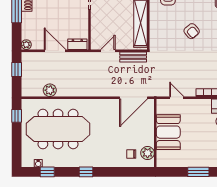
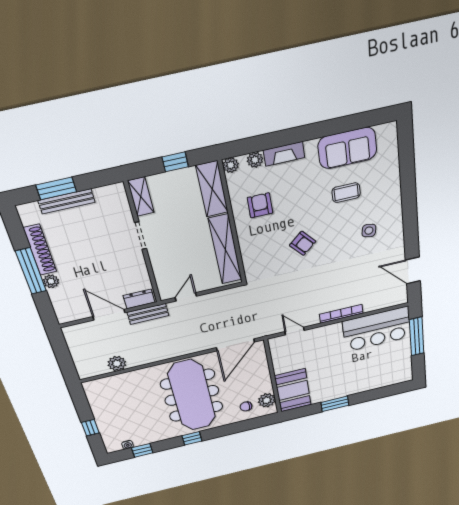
plant: (26, 45) -> (51, 281), moved
bench: (133, 57) -> (148, 314), moved
window: (17, 70) -> (61, 350), removed
window: (17, 116) -> (90, 428), moved
meeting table: (58, 129) -> (192, 395), moved, turned 90
booth: (168, 132) -> (293, 390), moved

